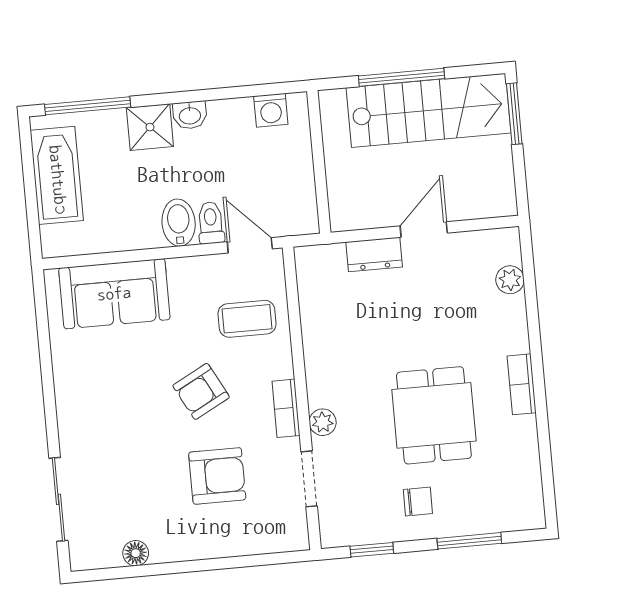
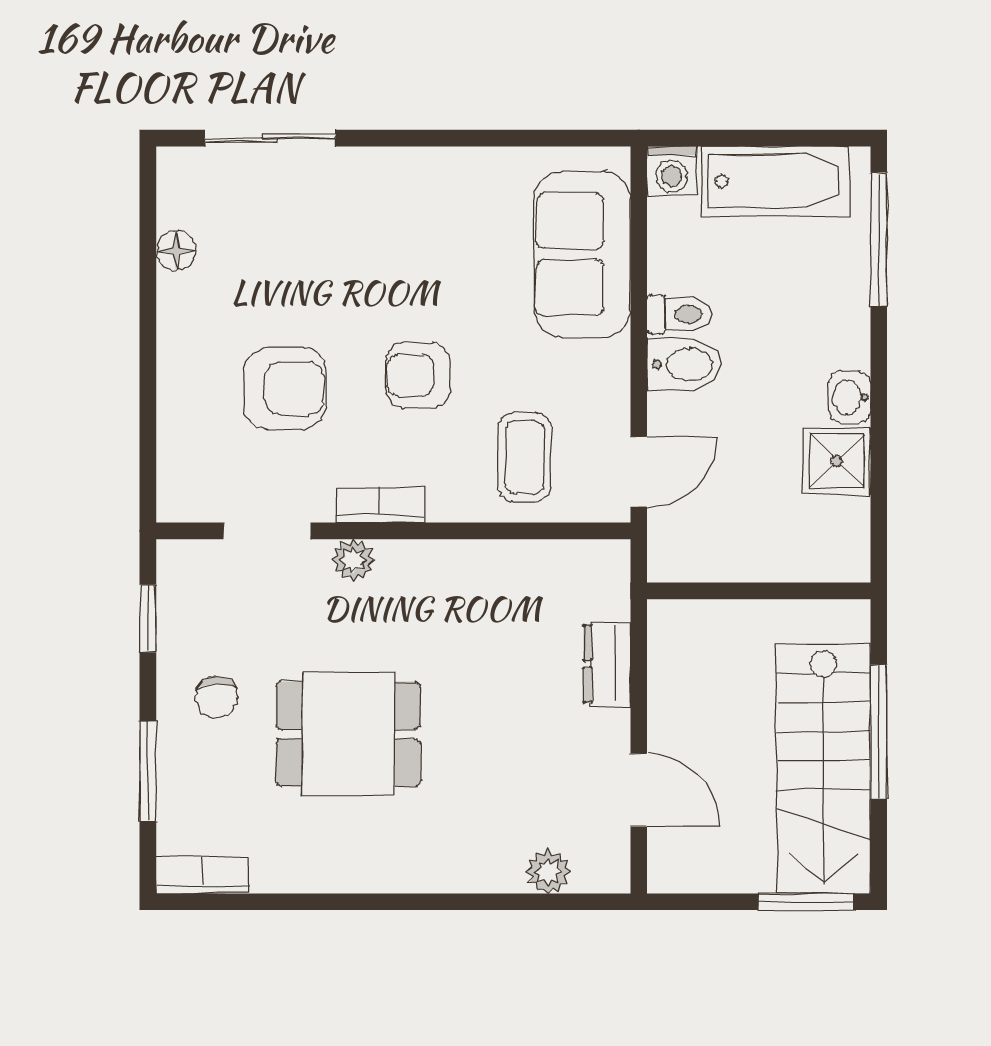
washing machine: (271, 110) -> (672, 171), moved, turned -90
shower: (150, 127) -> (837, 461), moved
toilet: (211, 223) -> (679, 314), moved
door: (424, 229) -> (639, 790), moved
bookcase: (522, 384) -> (202, 875), moved
armchair: (201, 391) -> (418, 375), turned -62
armchair: (217, 476) -> (285, 388), turned -90

